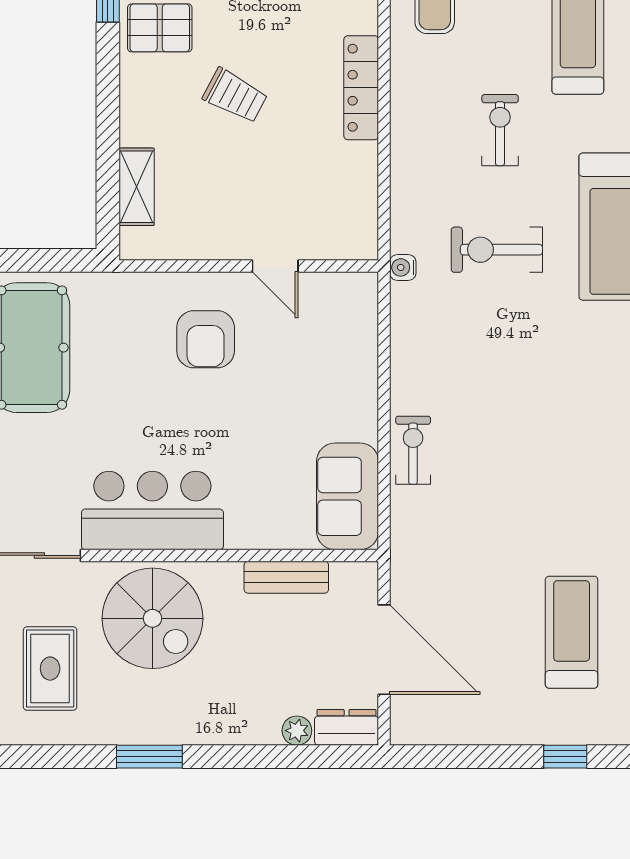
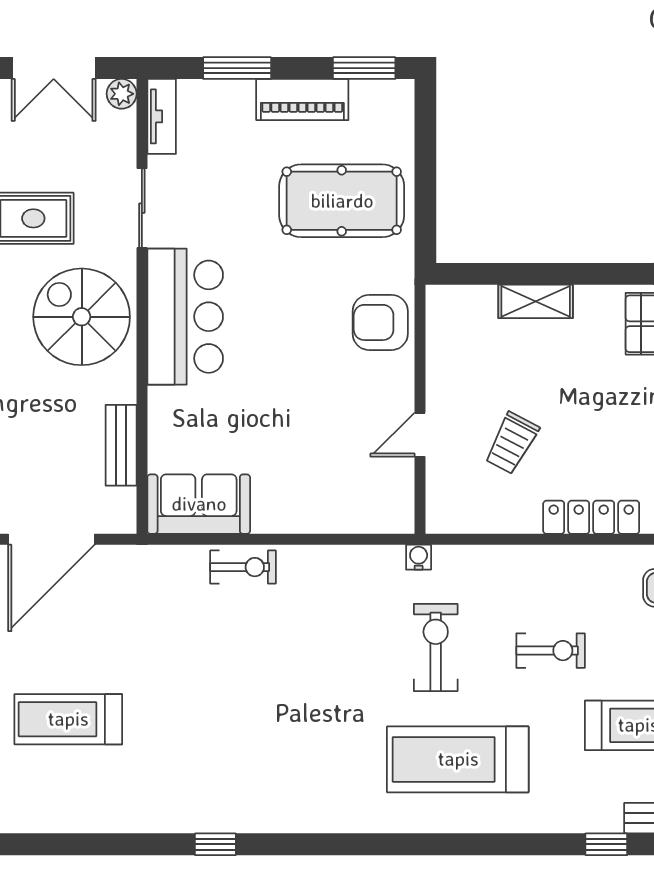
trolley: (235, 96) -> (512, 443), moved
shelving: (137, 187) -> (536, 301), moved
armchair: (206, 339) -> (380, 322), moved
spiral stairs: (152, 618) -> (82, 317), turned 90
treadmill: (572, 632) -> (68, 719), turned 180

